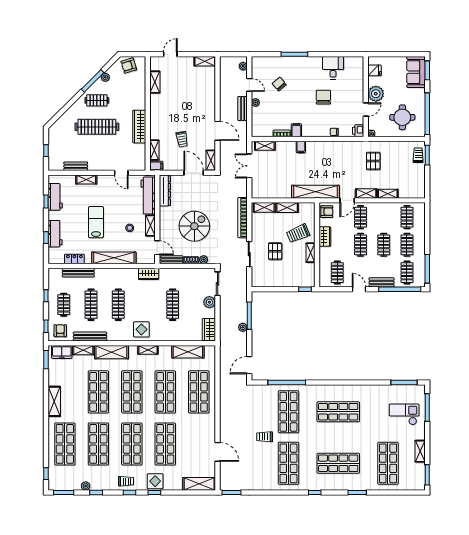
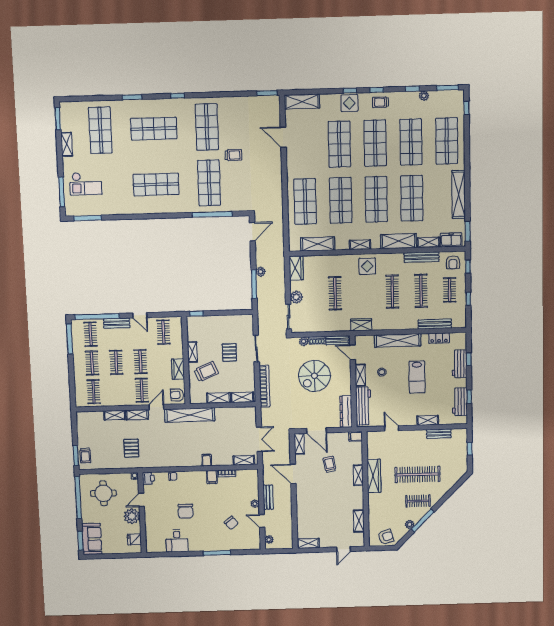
shelving: (154, 150) -> (358, 475), moved
shelving: (54, 401) -> (459, 194), width x1.47

